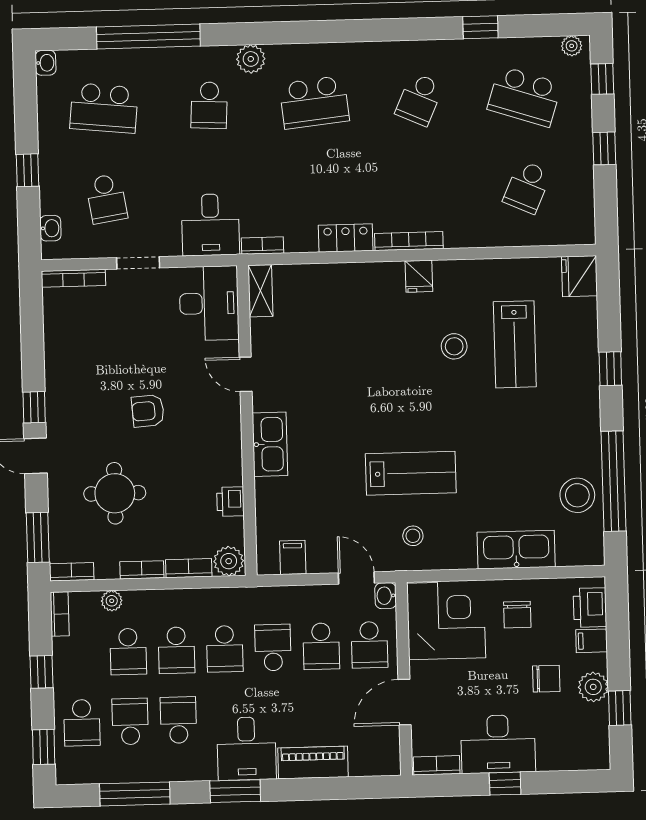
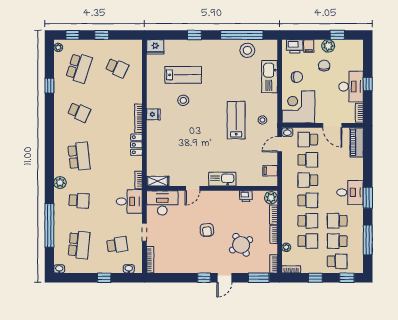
round table: (115, 493) -> (241, 245), turned -31
school desk: (369, 645) -> (308, 140), turned 180
piano: (313, 762) -> (357, 142), moved

